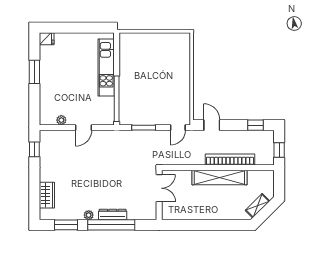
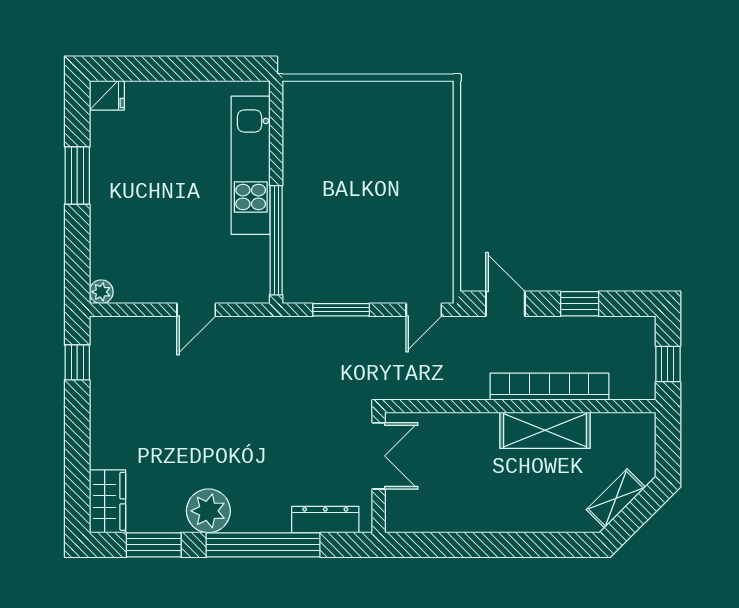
plant: (61, 120) -> (101, 292), moved
window: (256, 125) -> (580, 304), moved
shelving: (219, 177) -> (545, 430), width x0.68
wardrobe: (47, 195) -> (108, 501), moved
plant: (89, 215) -> (208, 511), width x1.88, depth x1.88
dresser: (113, 215) -> (325, 520), moved

